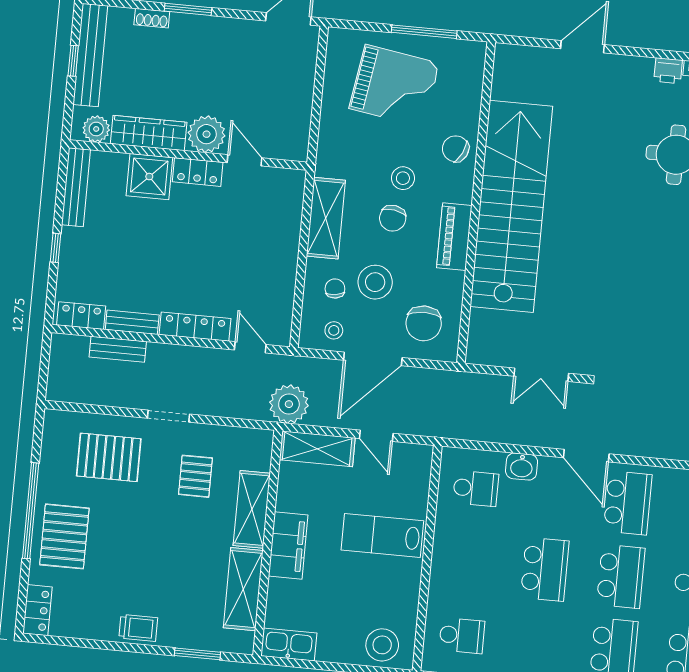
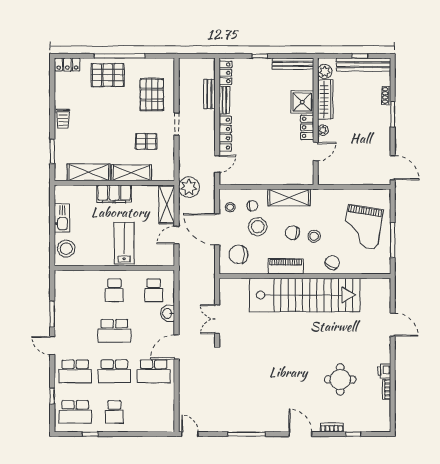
plant: (207, 134) -> (323, 130), width x0.53, depth x0.53
school desk: (462, 636) -> (114, 290), moved
kitchen sink: (289, 644) -> (62, 218), moved

